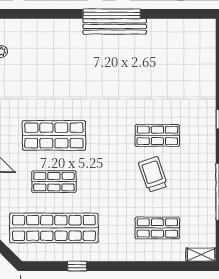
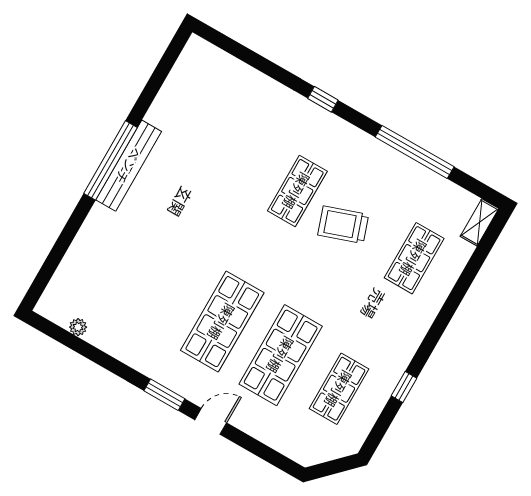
shop shelf: (54, 182) -> (281, 355), width x1.43, depth x1.36
shop shelf: (54, 228) -> (339, 389), width x0.50, depth x0.74

